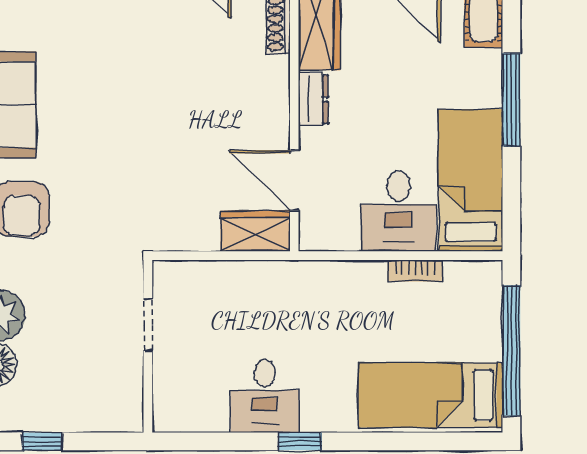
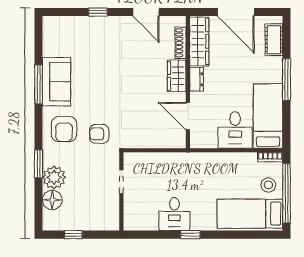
armchair: (99, 219) -> (99, 134), added
wardrobe: (255, 231) -> (177, 76), moved, turned -90
bookcase: (415, 271) -> (270, 157), moved
stool: (472, 332) -> (268, 185), added

